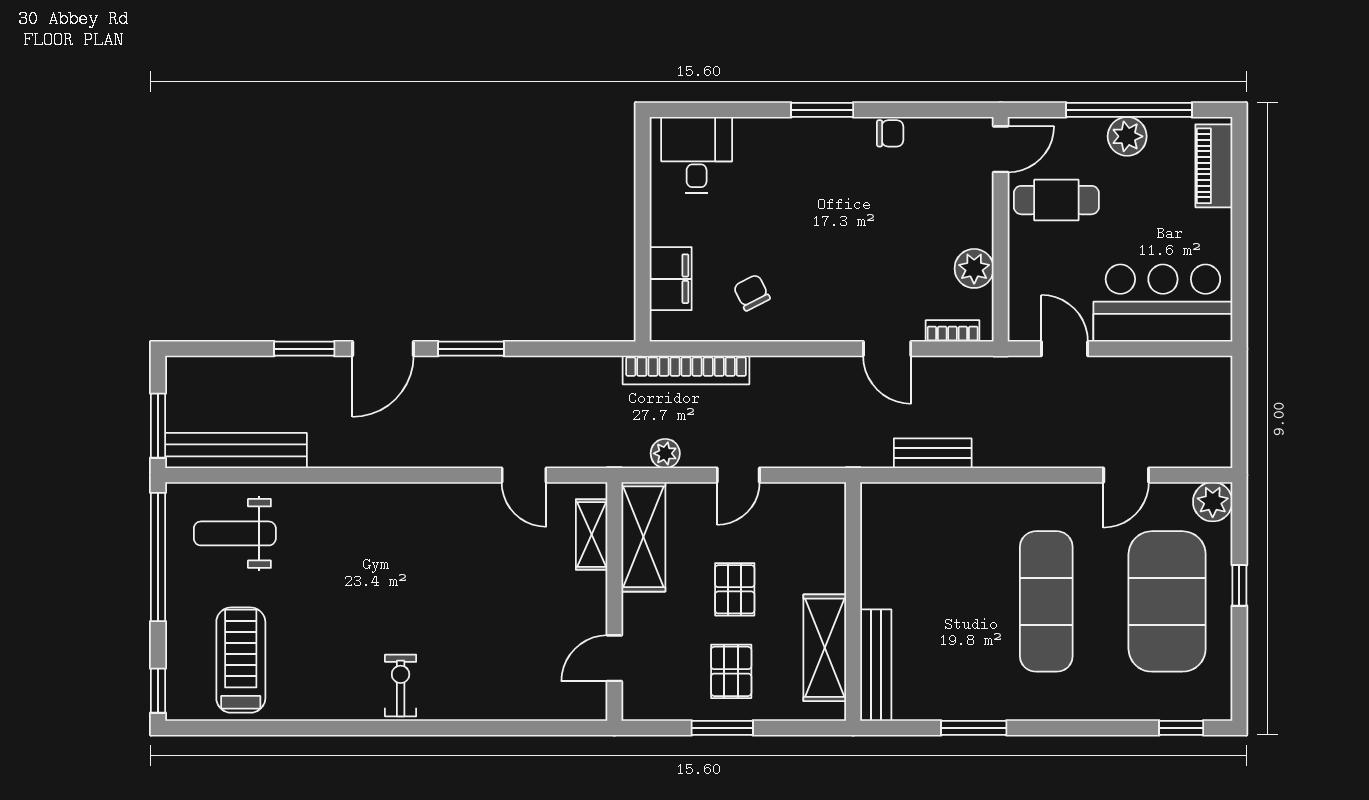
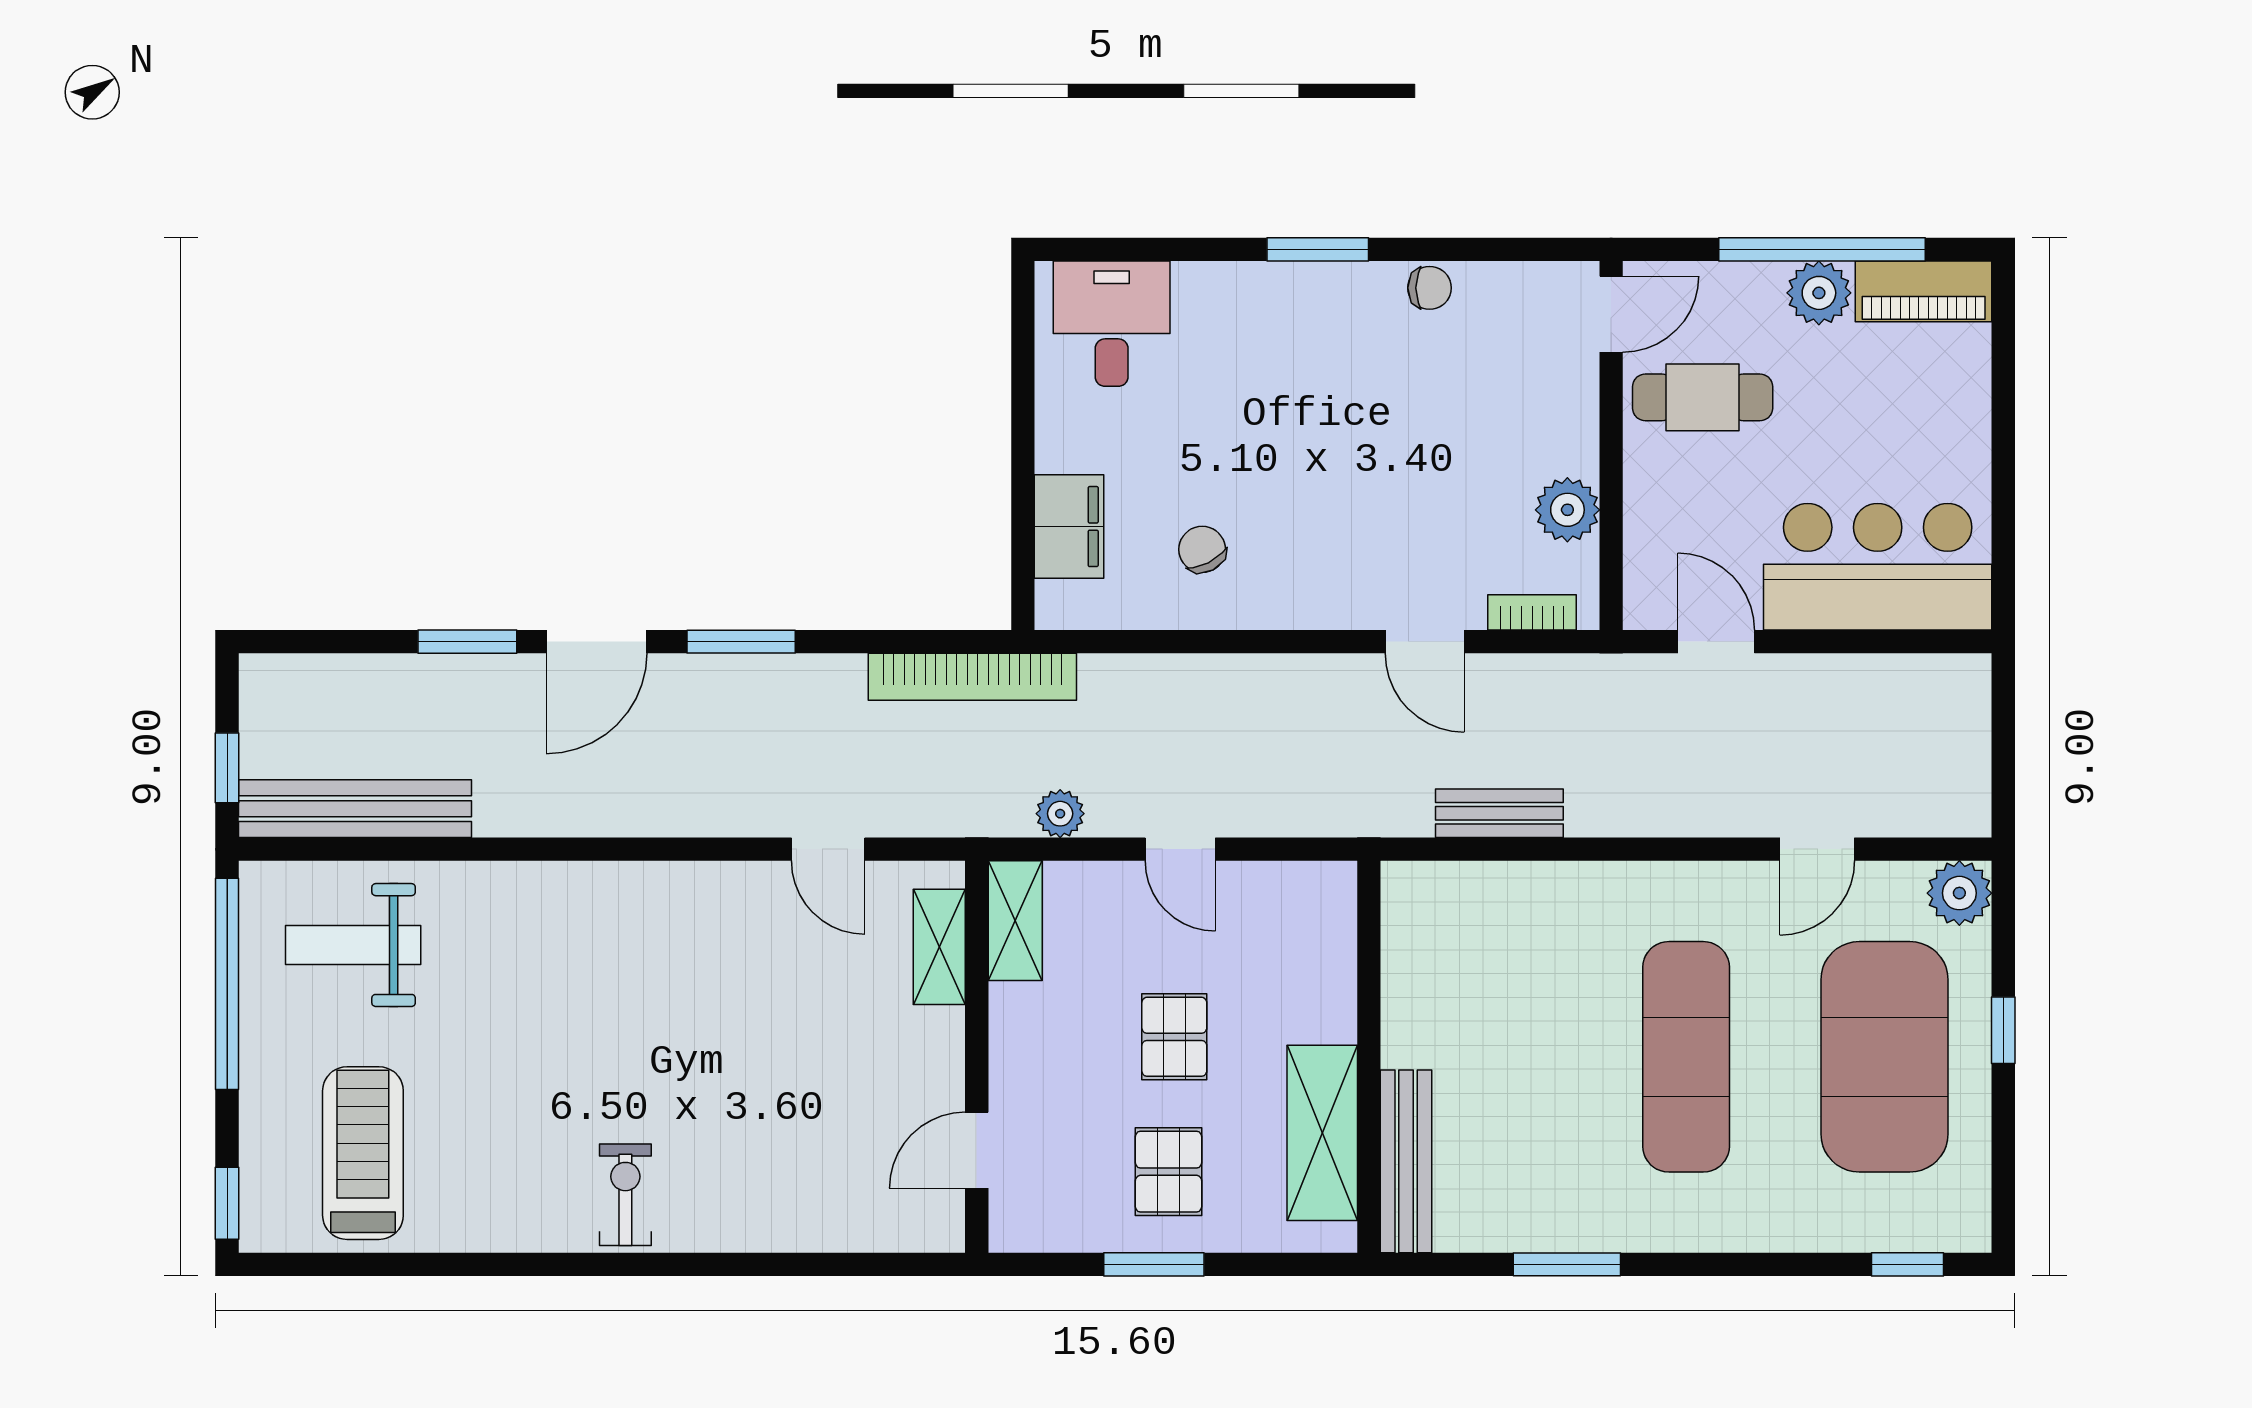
piano: (1214, 166) -> (1924, 291), moved, turned -90
bookcase: (686, 370) -> (972, 677), moved
window: (158, 426) -> (227, 768), width x0.67
door: (738, 475) -> (1180, 849), hinge flipped
shelving: (643, 537) -> (1015, 921), width x0.67, depth x0.75

